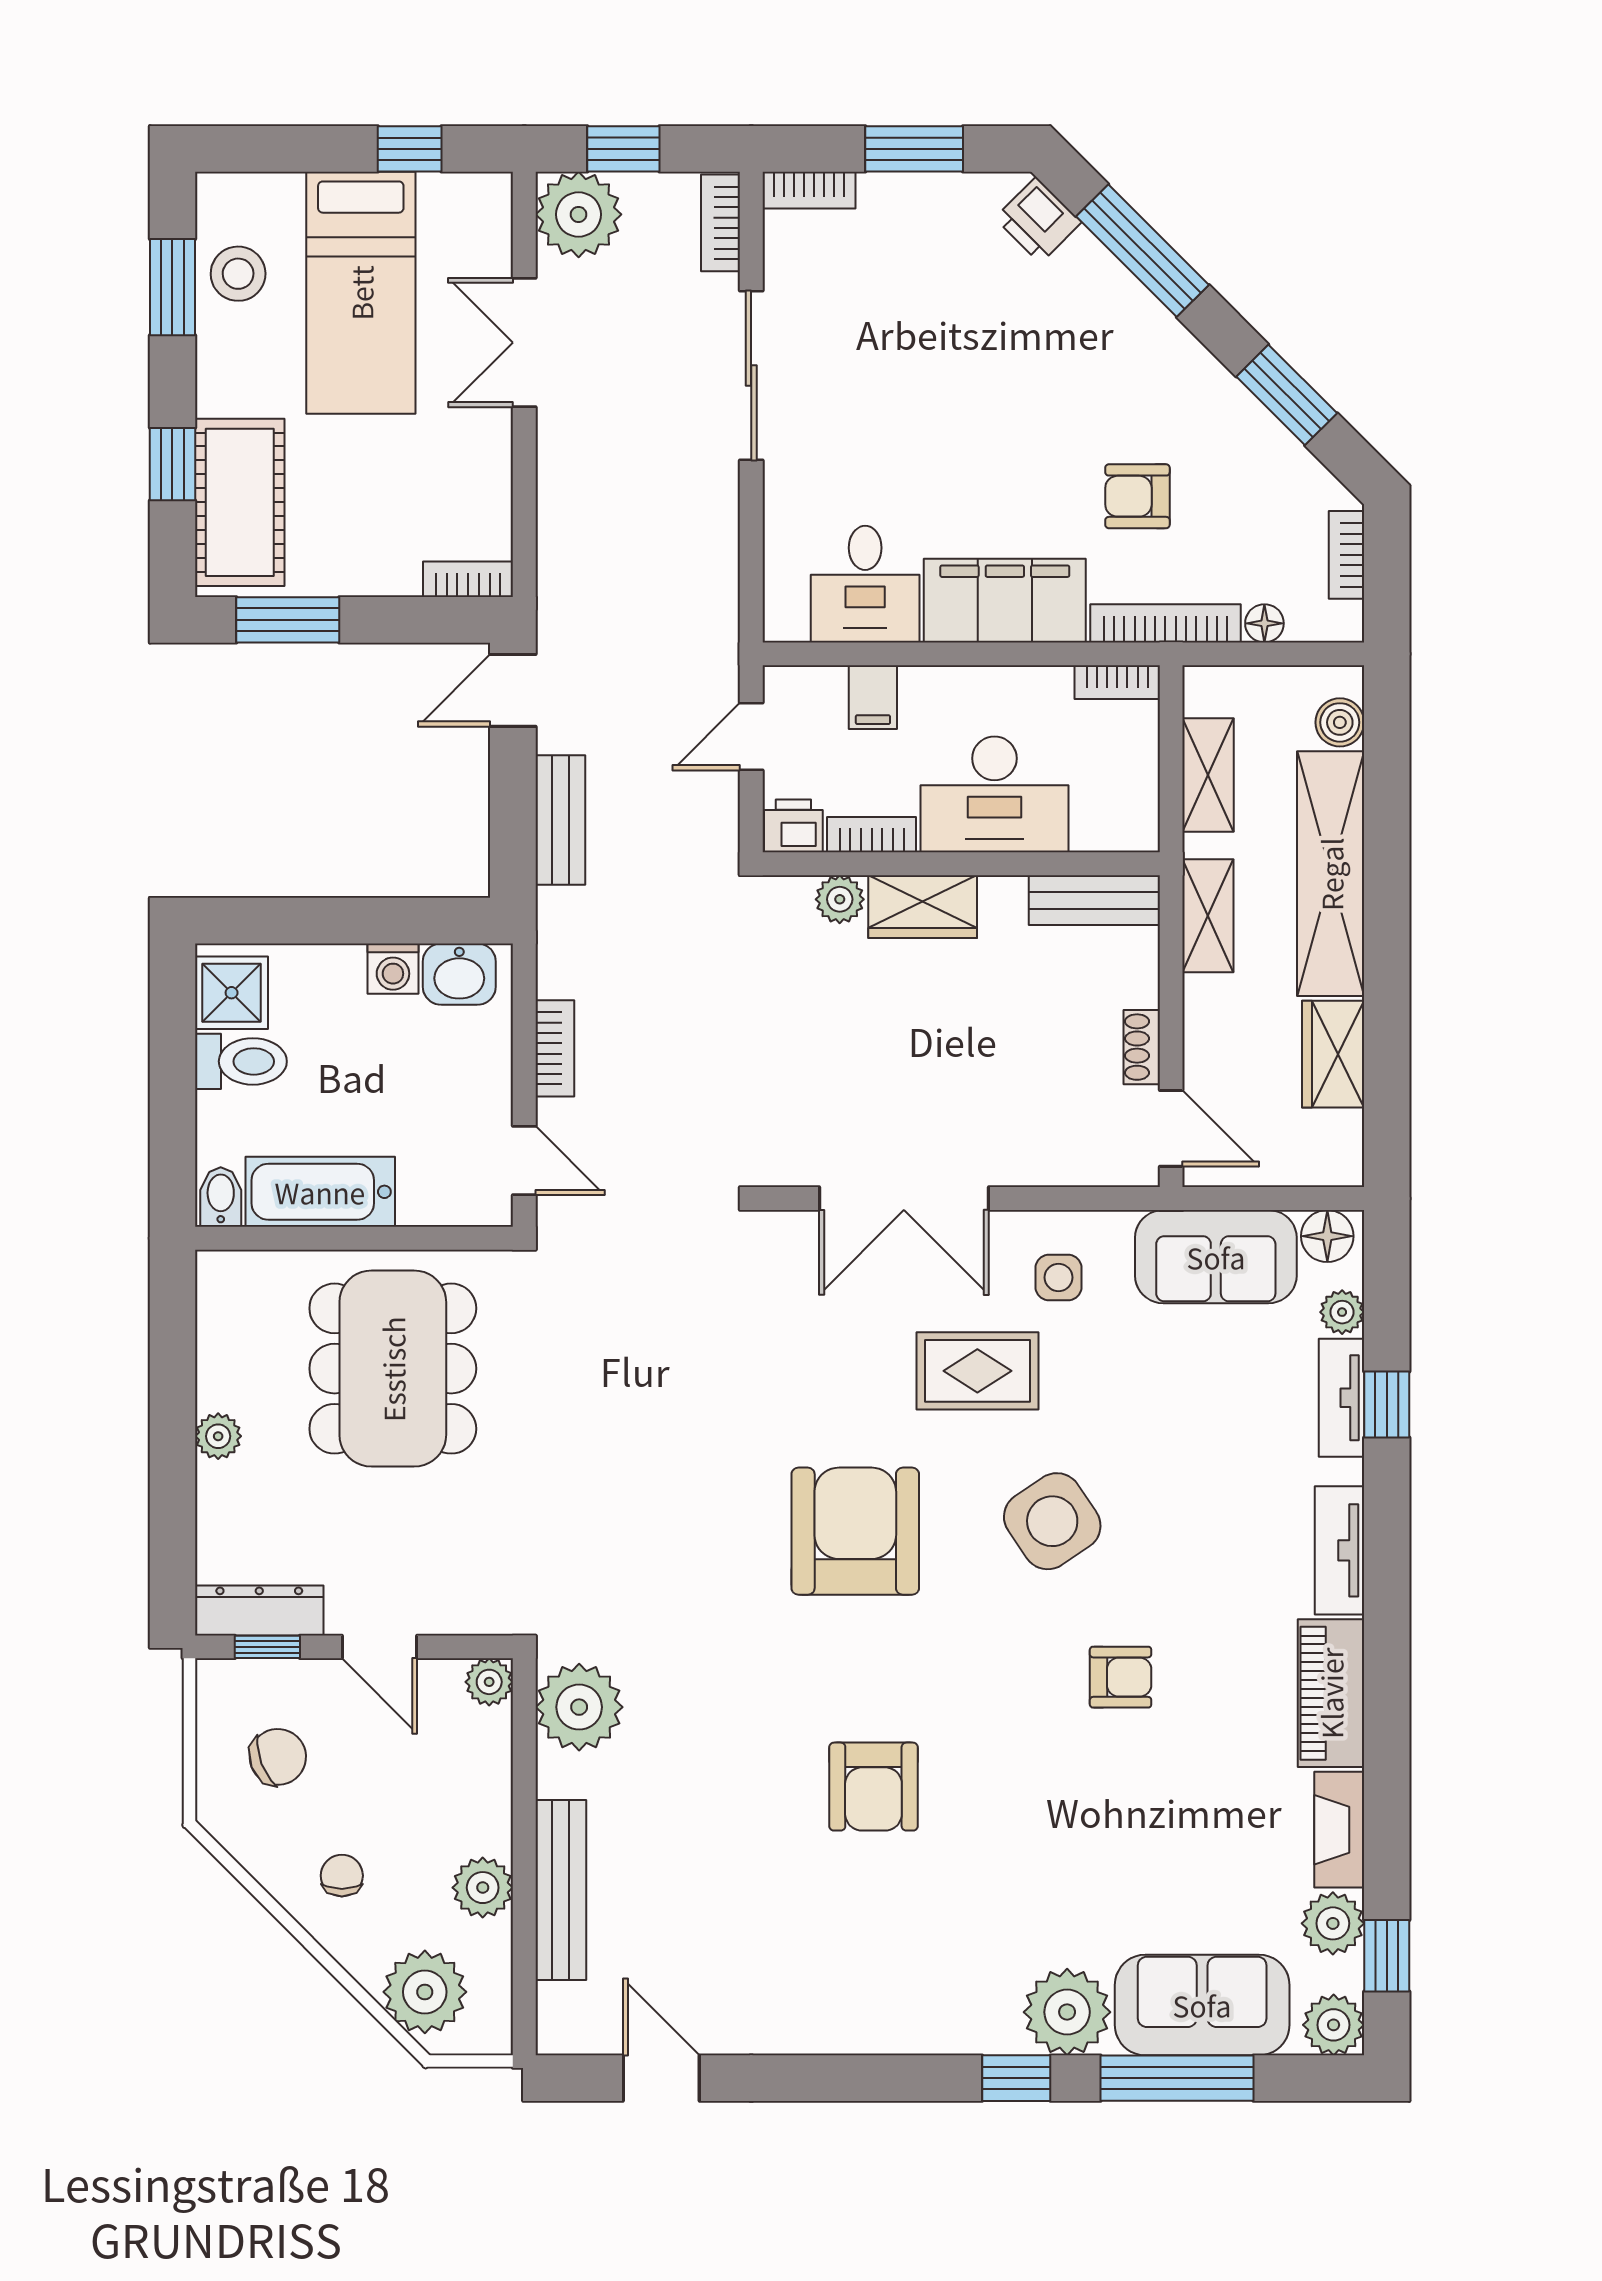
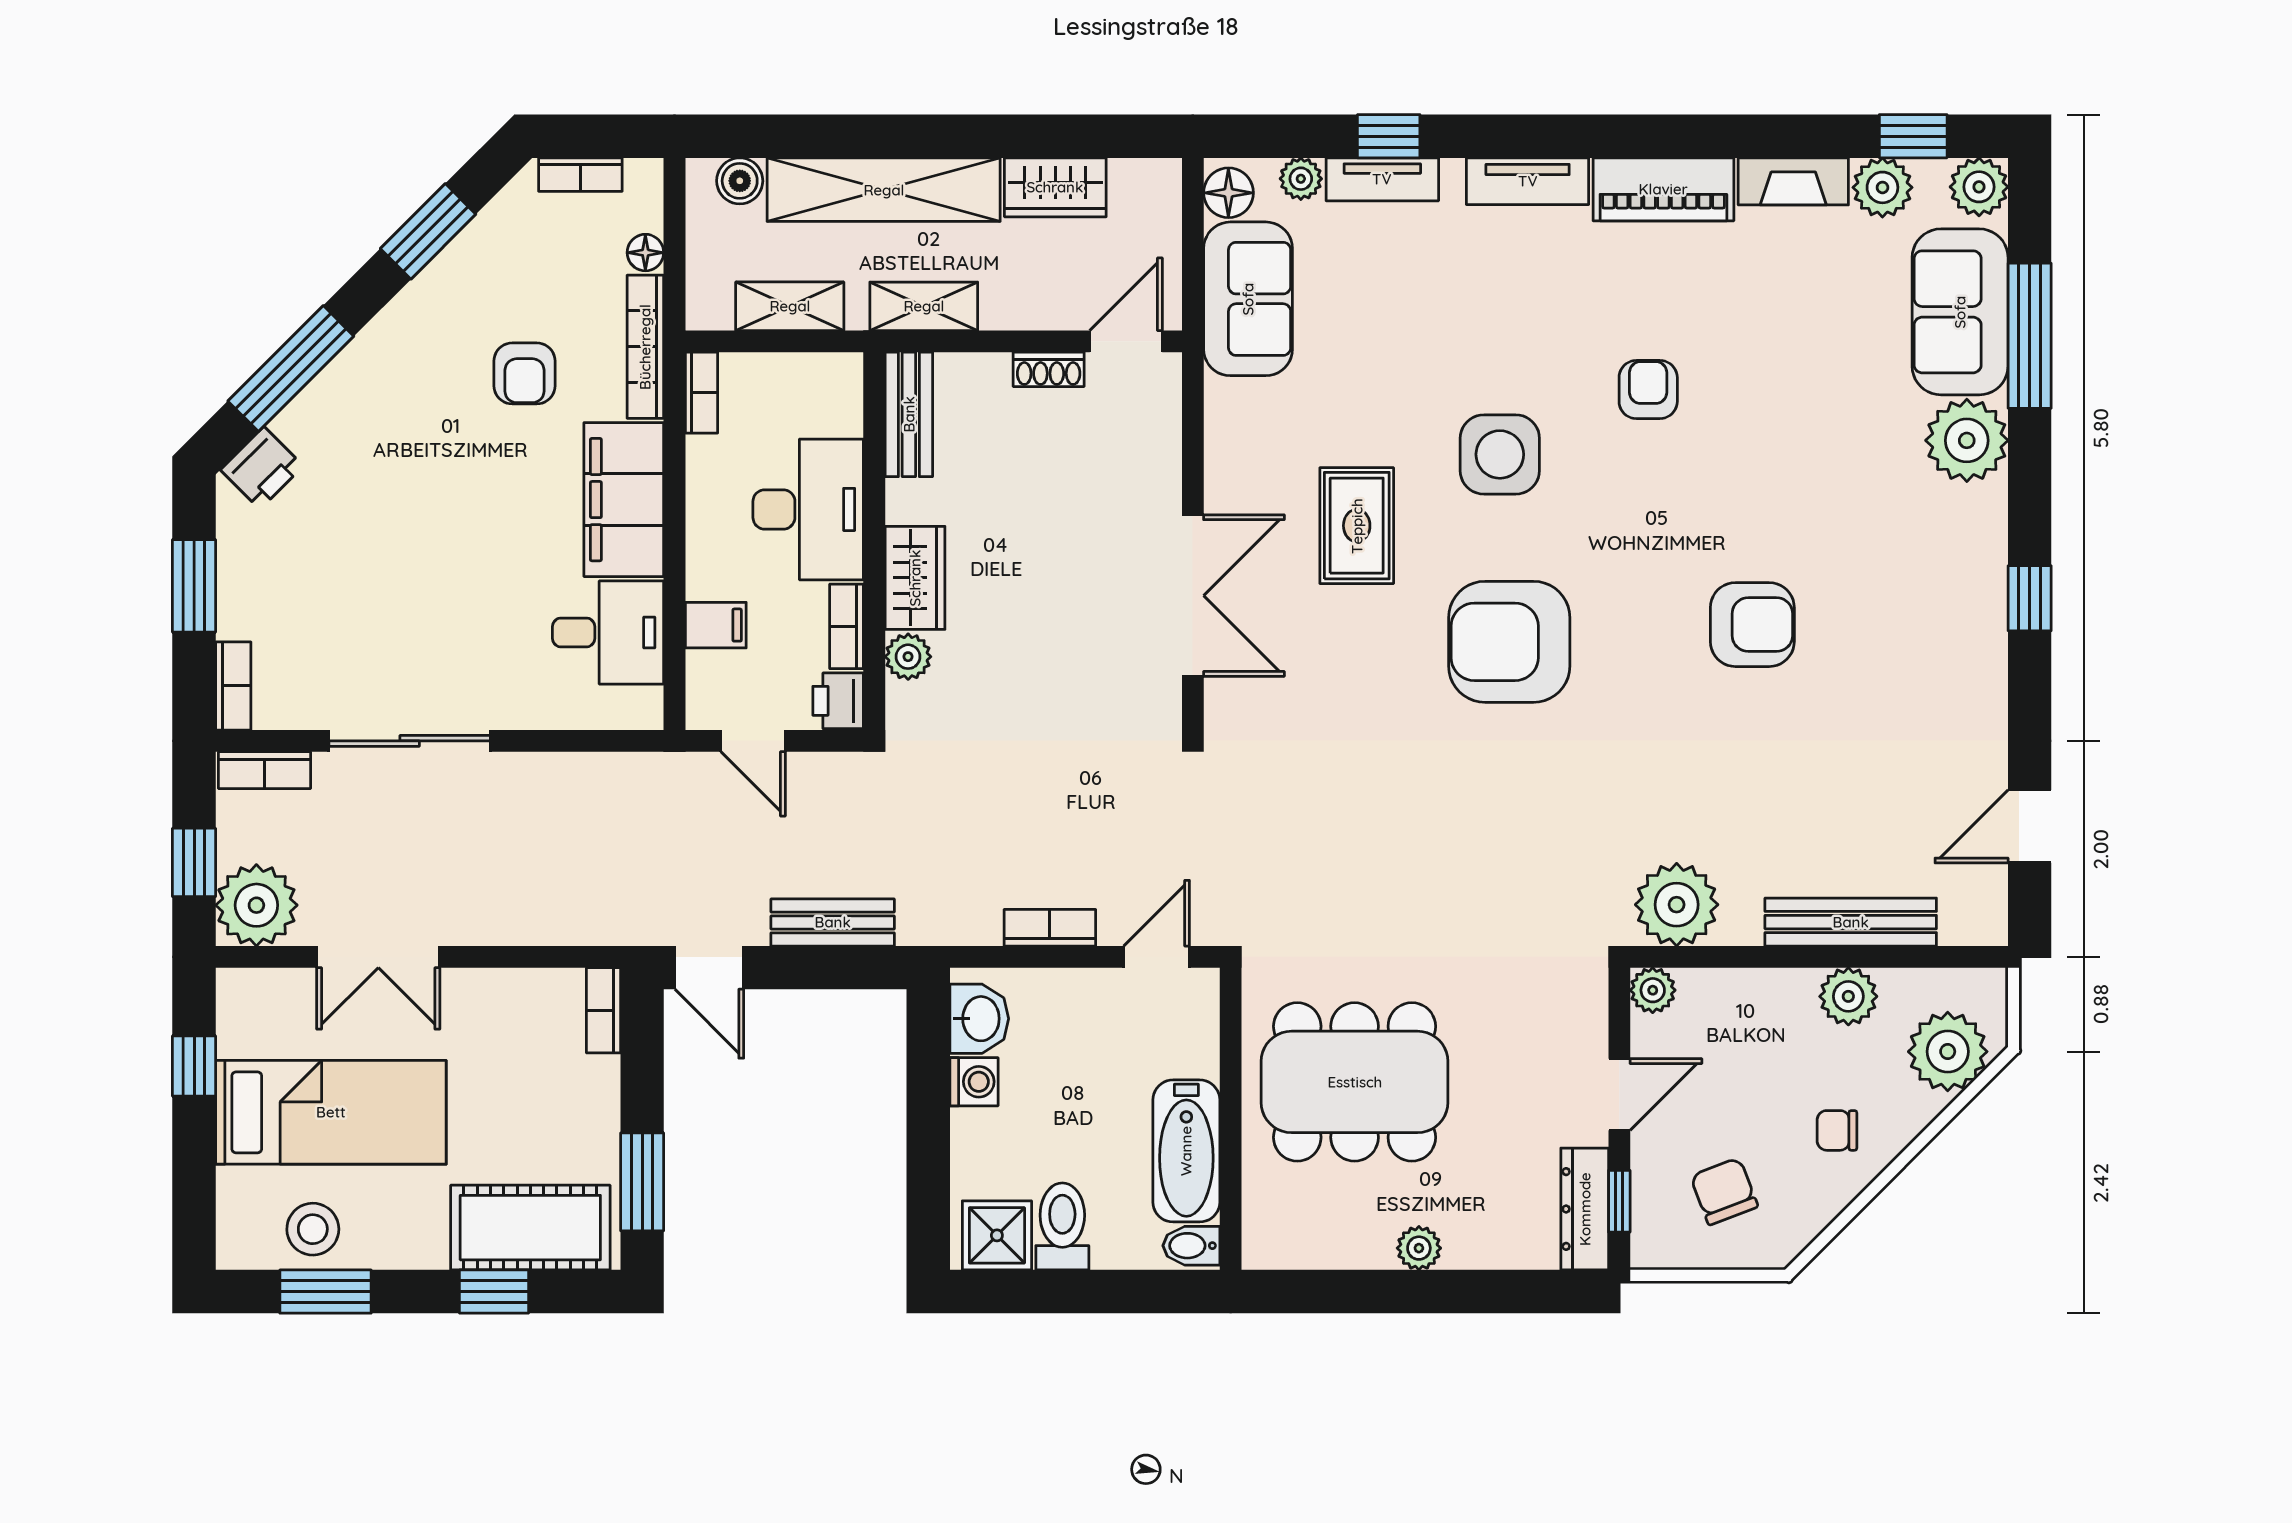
side table: (1059, 1277) -> (1268, 449), removed
side table: (1052, 1521) -> (1500, 454), turned 34
window: (1016, 2078) -> (2030, 598), moved

